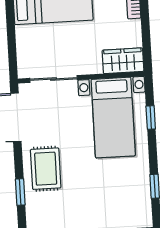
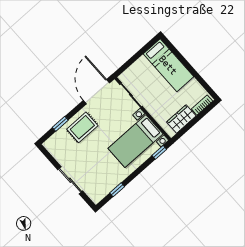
wardrobe: (123, 61) -> (181, 119), moved, turned -90
window: (151, 118) -> (159, 152), moved

